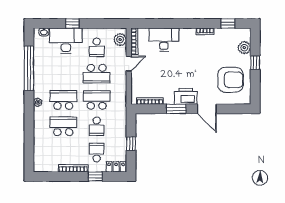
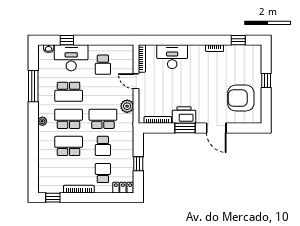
window: (72, 23) -> (67, 40), moved
plant: (120, 40) -> (127, 106), moved
plant: (244, 48) -> (255, 65), removed
door: (129, 63) -> (136, 81), swing flipped
window: (29, 68) -> (33, 86), width x0.68
school desk: (97, 74) -> (69, 92), moved
armchair: (231, 80) -> (241, 98), turned 180
printer: (186, 96) -> (184, 115), moved
window: (95, 176) -> (53, 198), moved

